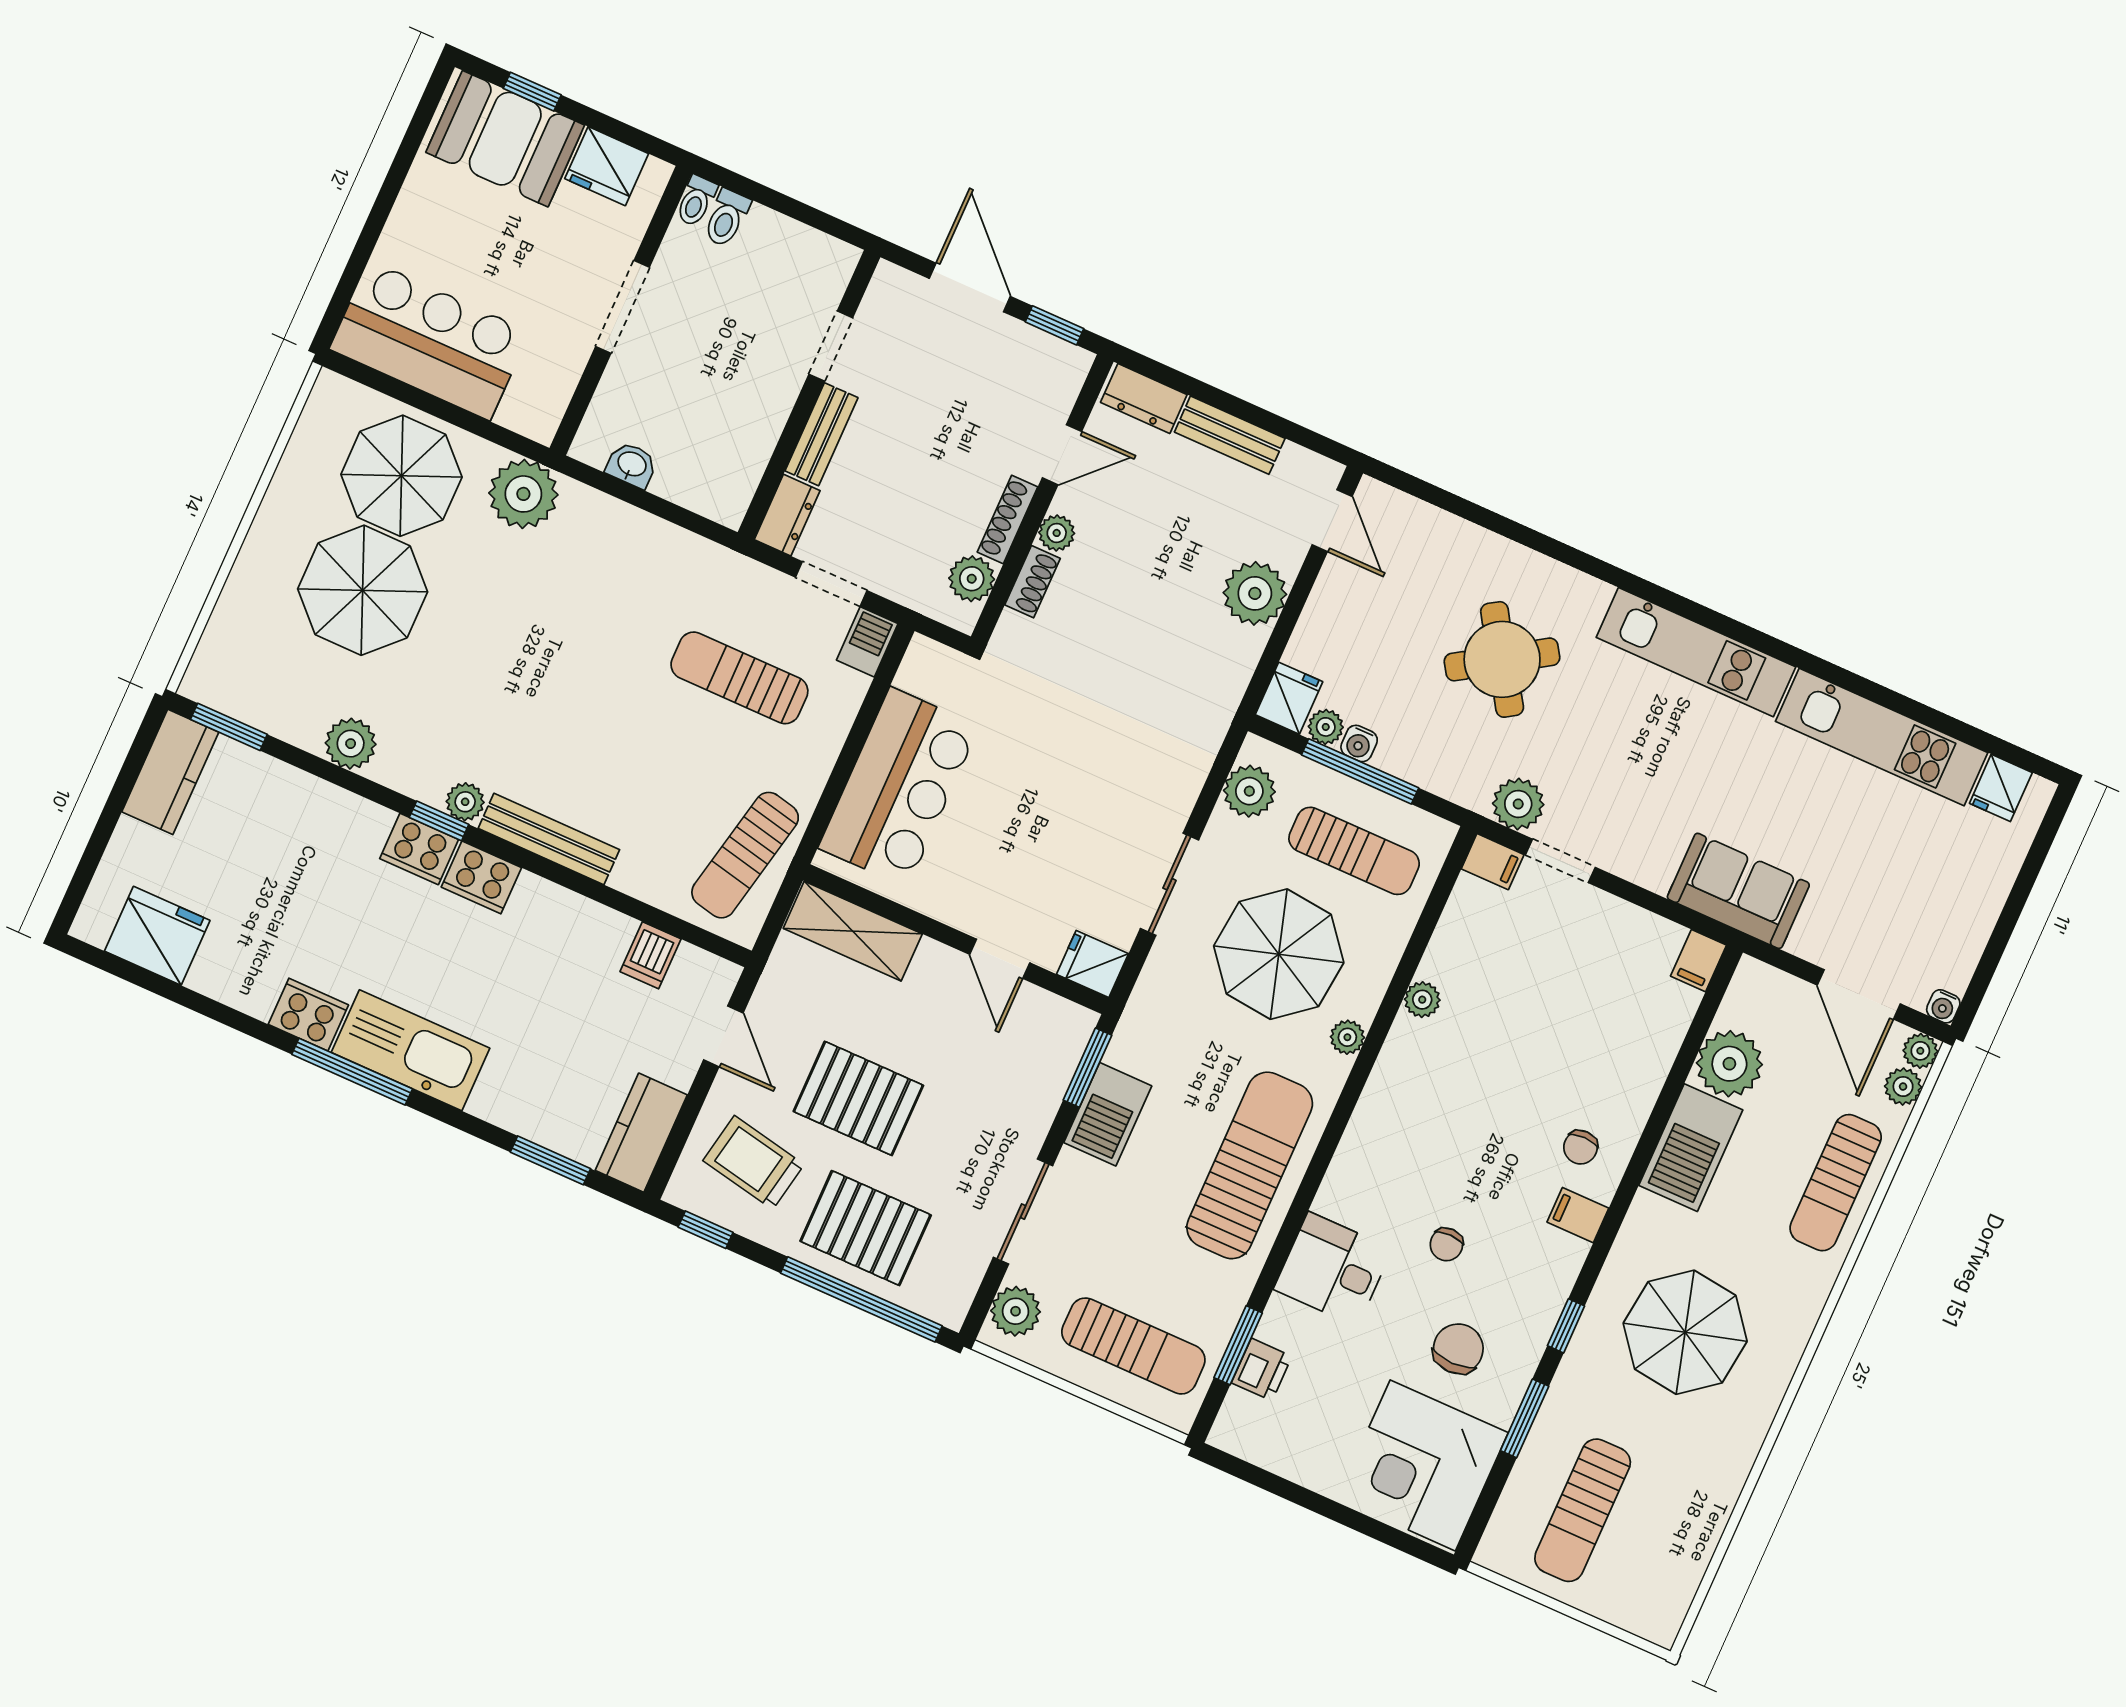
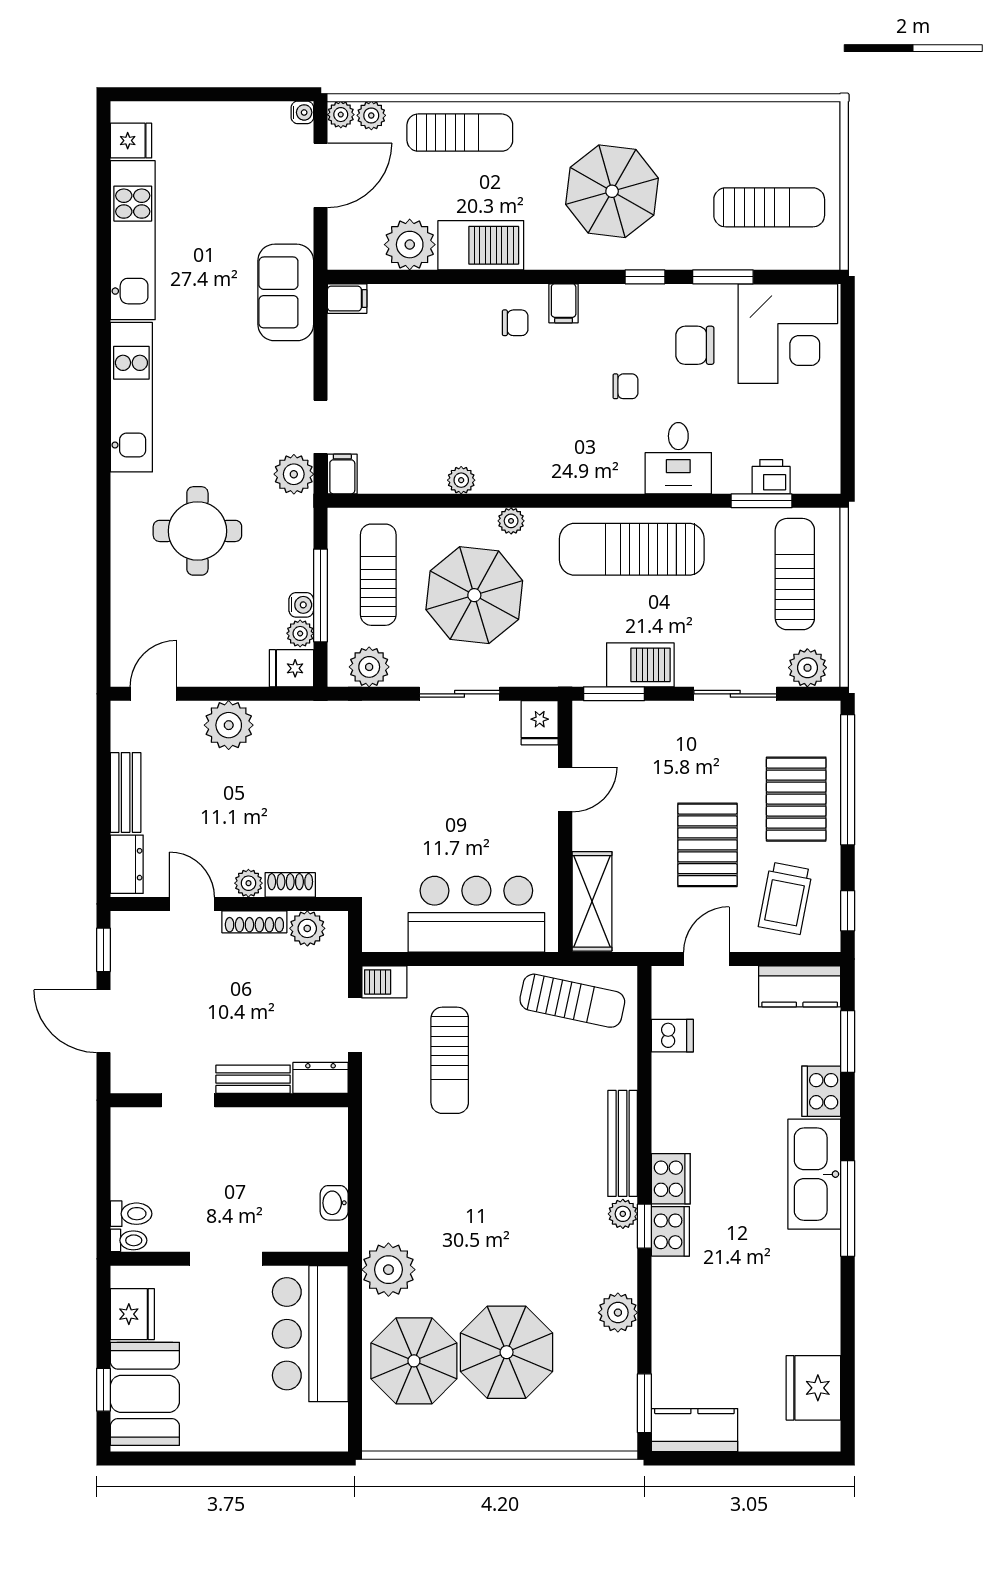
door: (970, 287) -> (103, 1021), hinge flipped
bar counter: (429, 340) -> (310, 1334), moved
round table: (1502, 659) -> (197, 531), turned 33
cooker: (308, 1015) -> (821, 1091), moved

